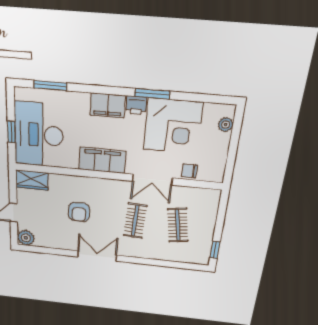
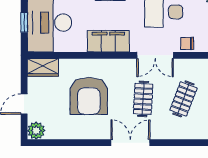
armchair: (79, 212) -> (89, 96), width x1.88, depth x1.88
clothes rail: (178, 225) -> (183, 99), turned 30
double door: (97, 256) -> (130, 143), moved

